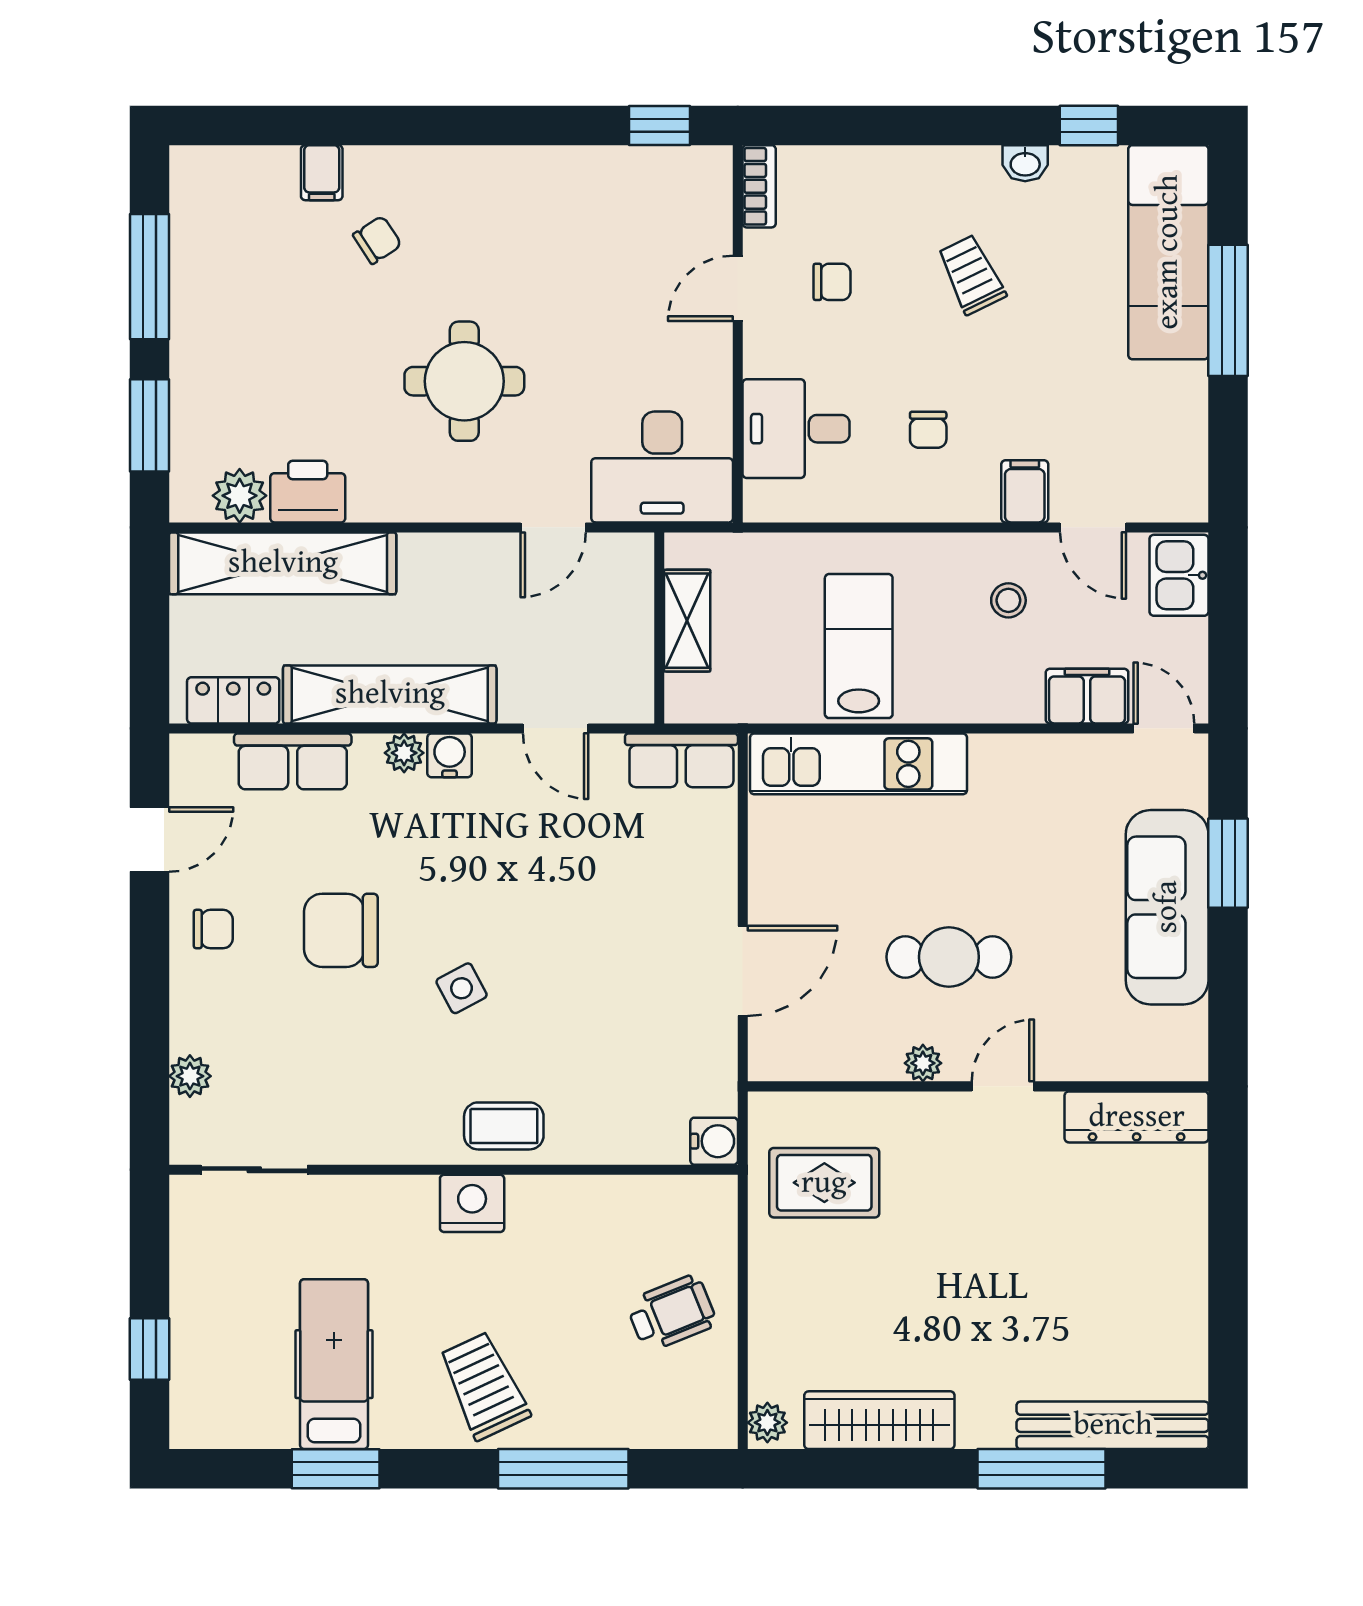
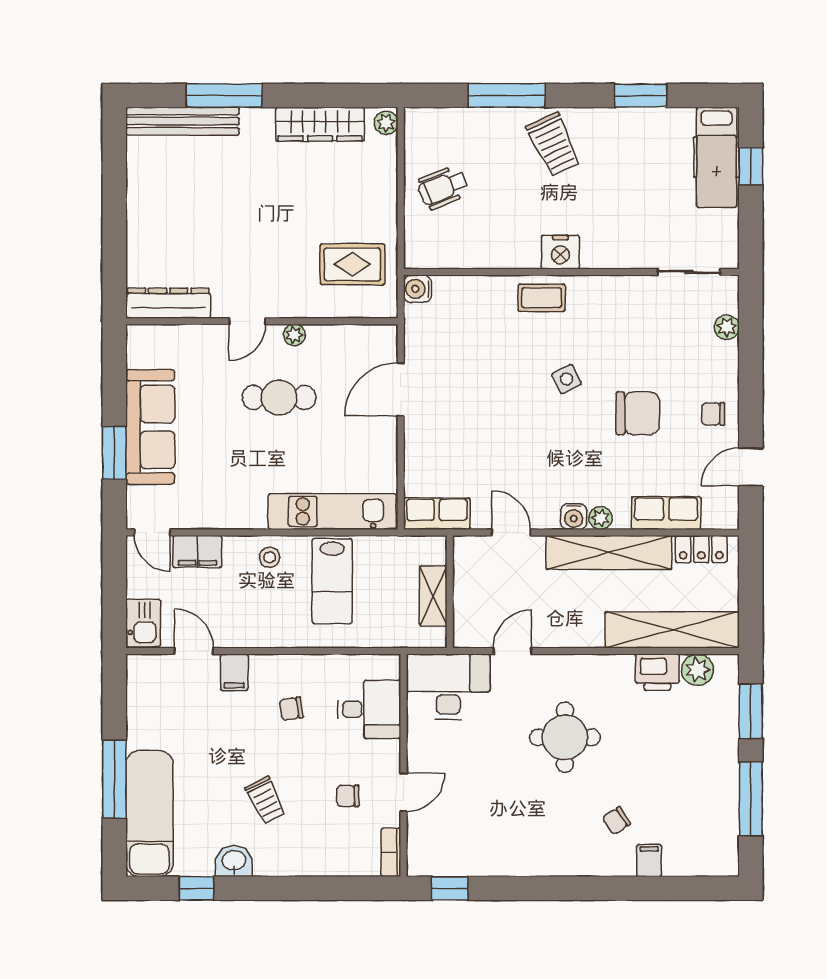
washbasin: (1025, 163) -> (234, 861), width x1.38, depth x1.45
chair: (928, 430) -> (291, 709), turned -98
stool: (1008, 600) -> (270, 557), moved
hospital bed: (334, 1364) -> (717, 157), moved

